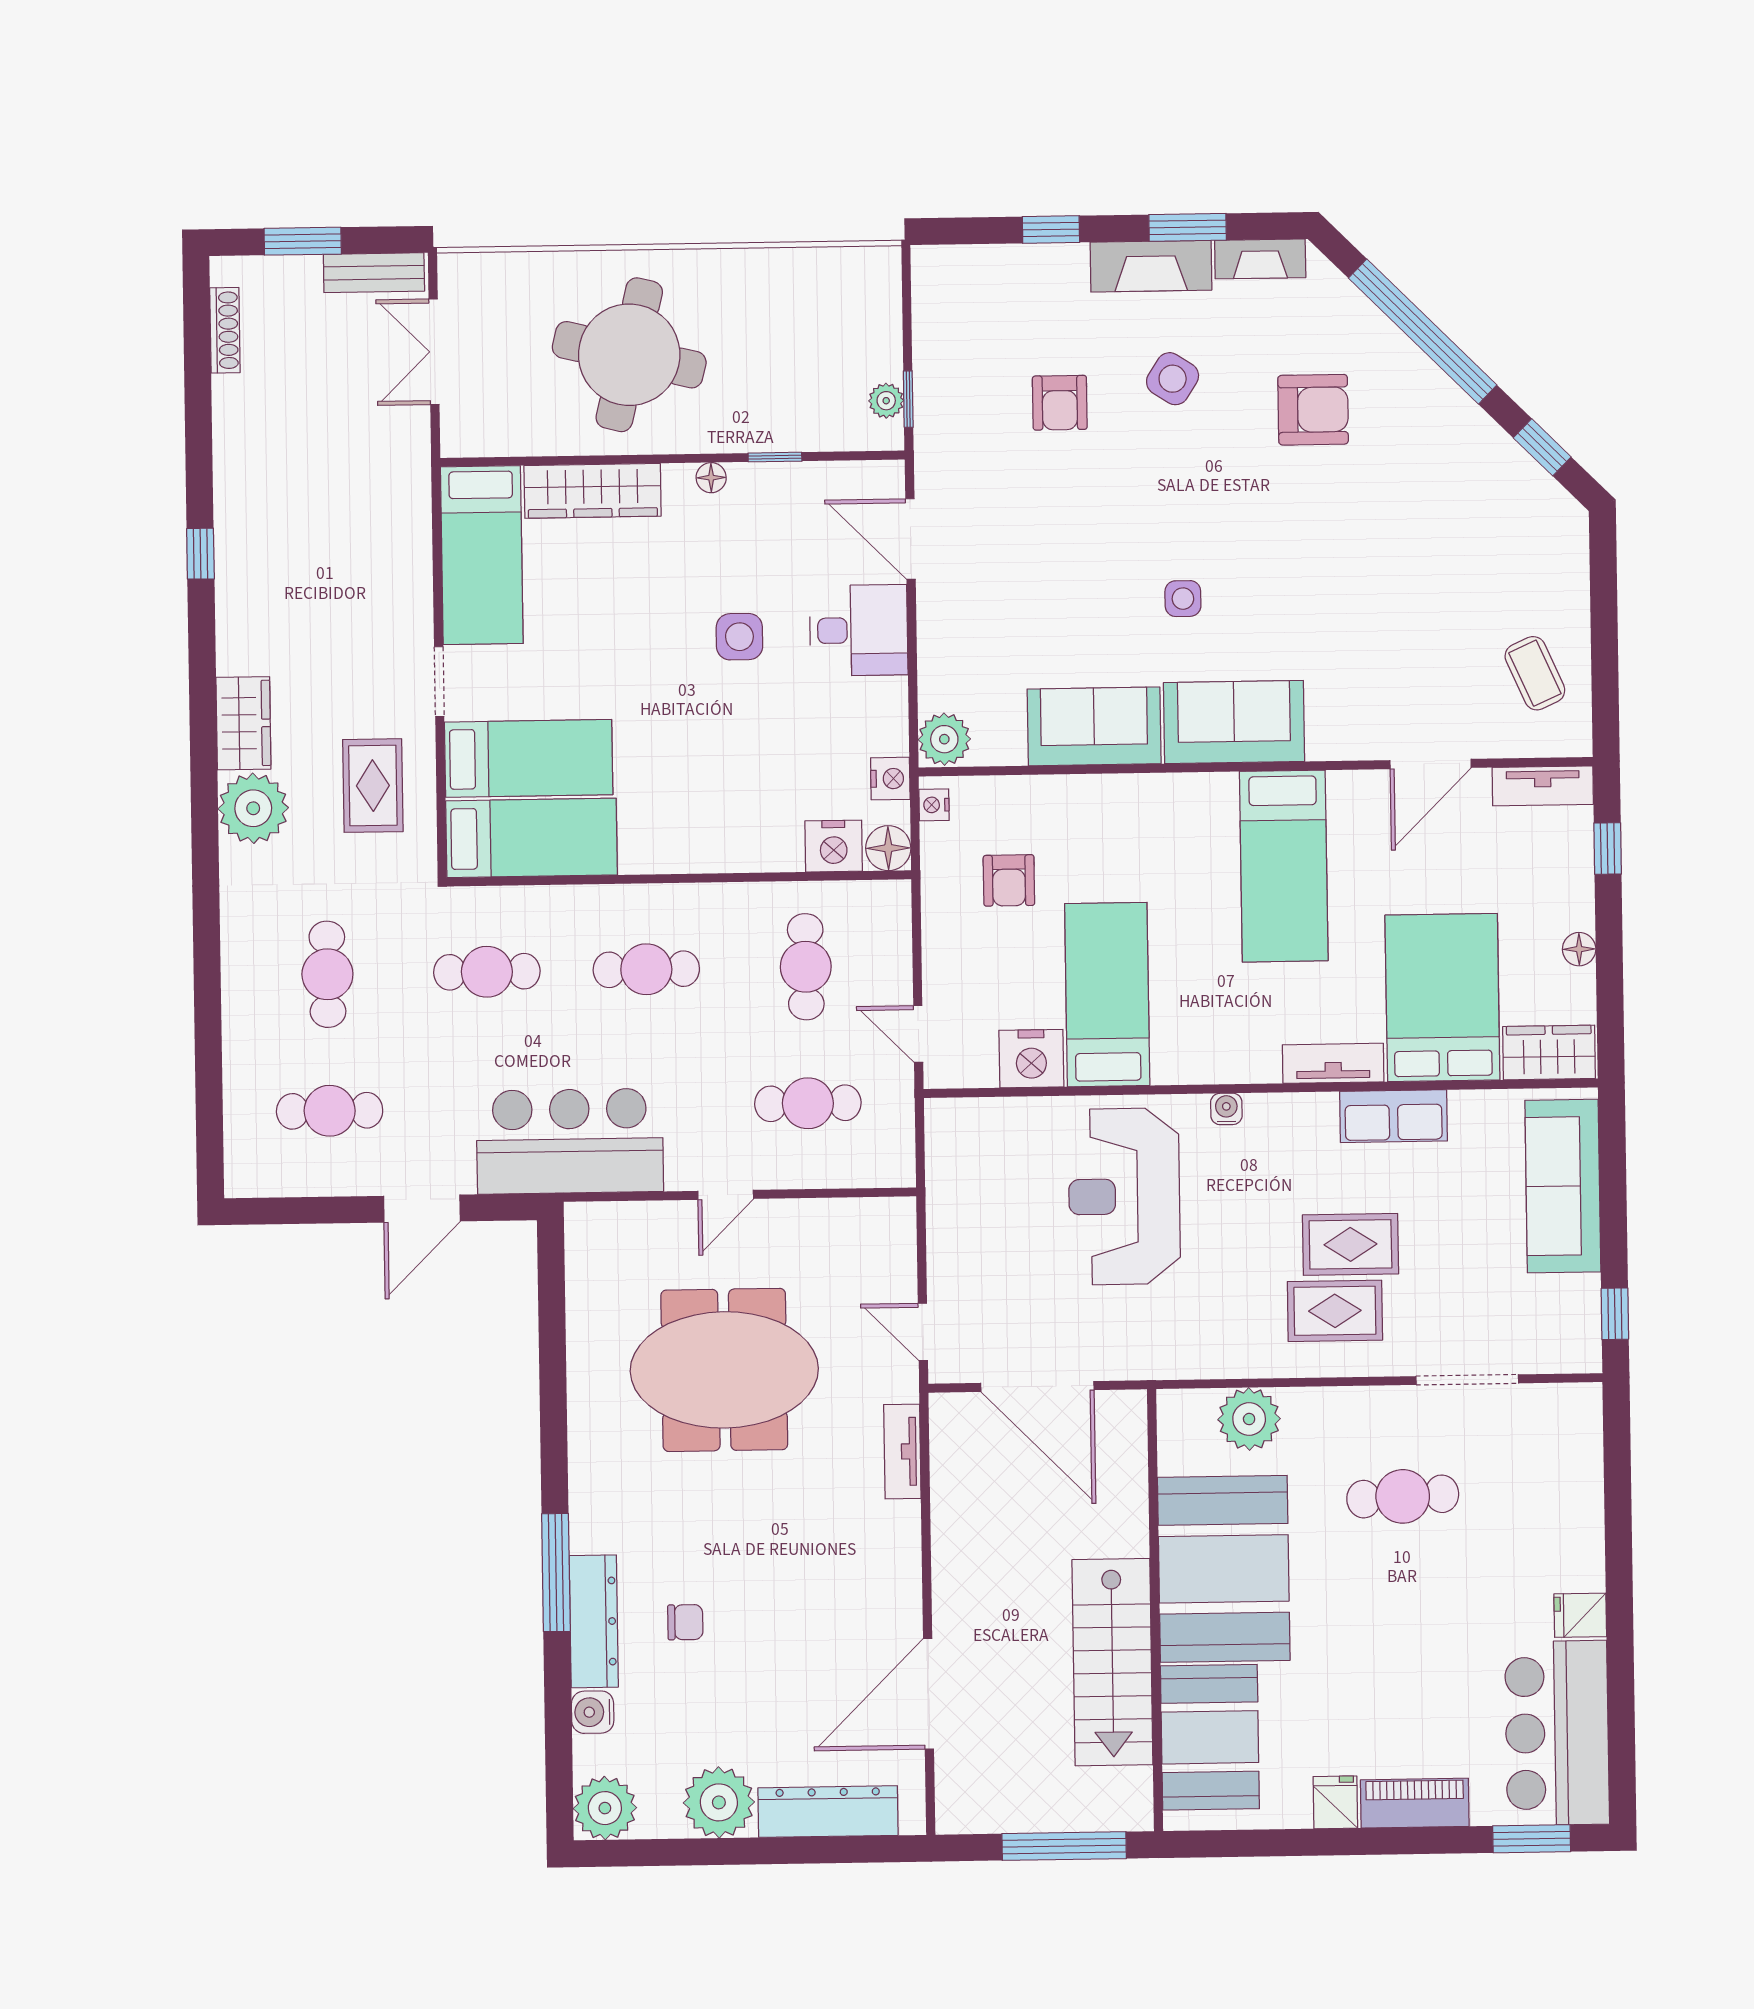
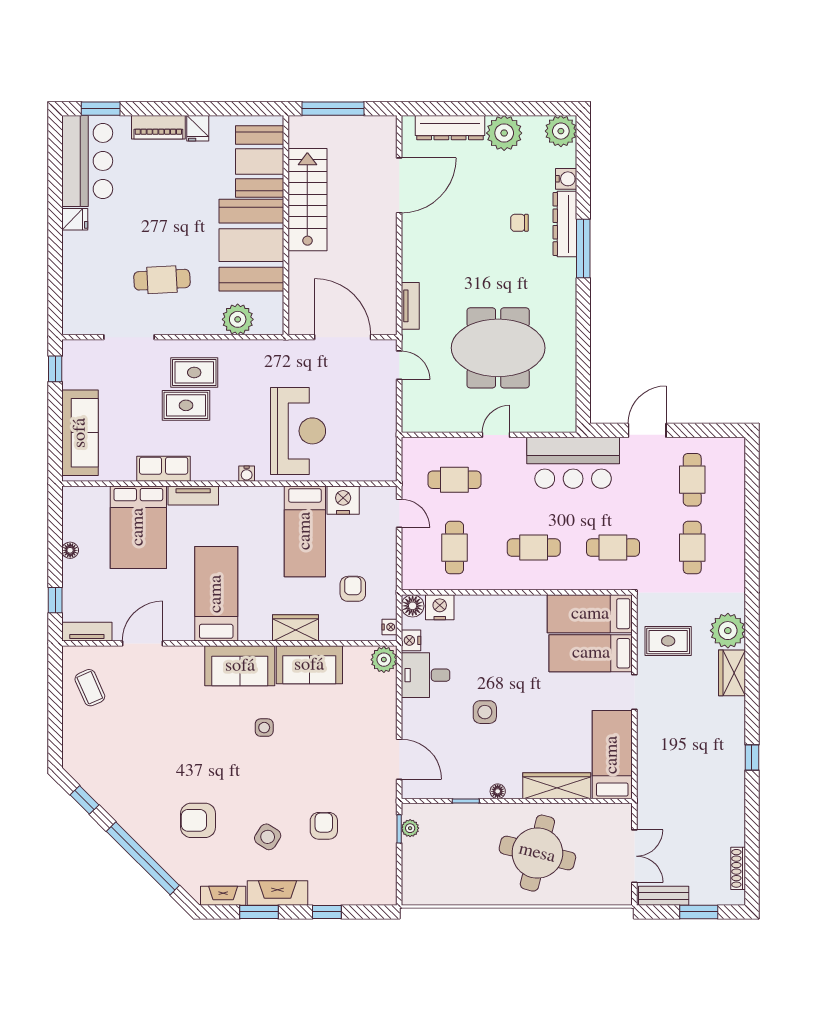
desk: (859, 630) -> (426, 675), moved
rug: (373, 786) -> (668, 641), turned 90
wardrobe: (1549, 1053) -> (296, 628), moved, turned 180
cafe table: (330, 1111) -> (692, 480), turned 90

